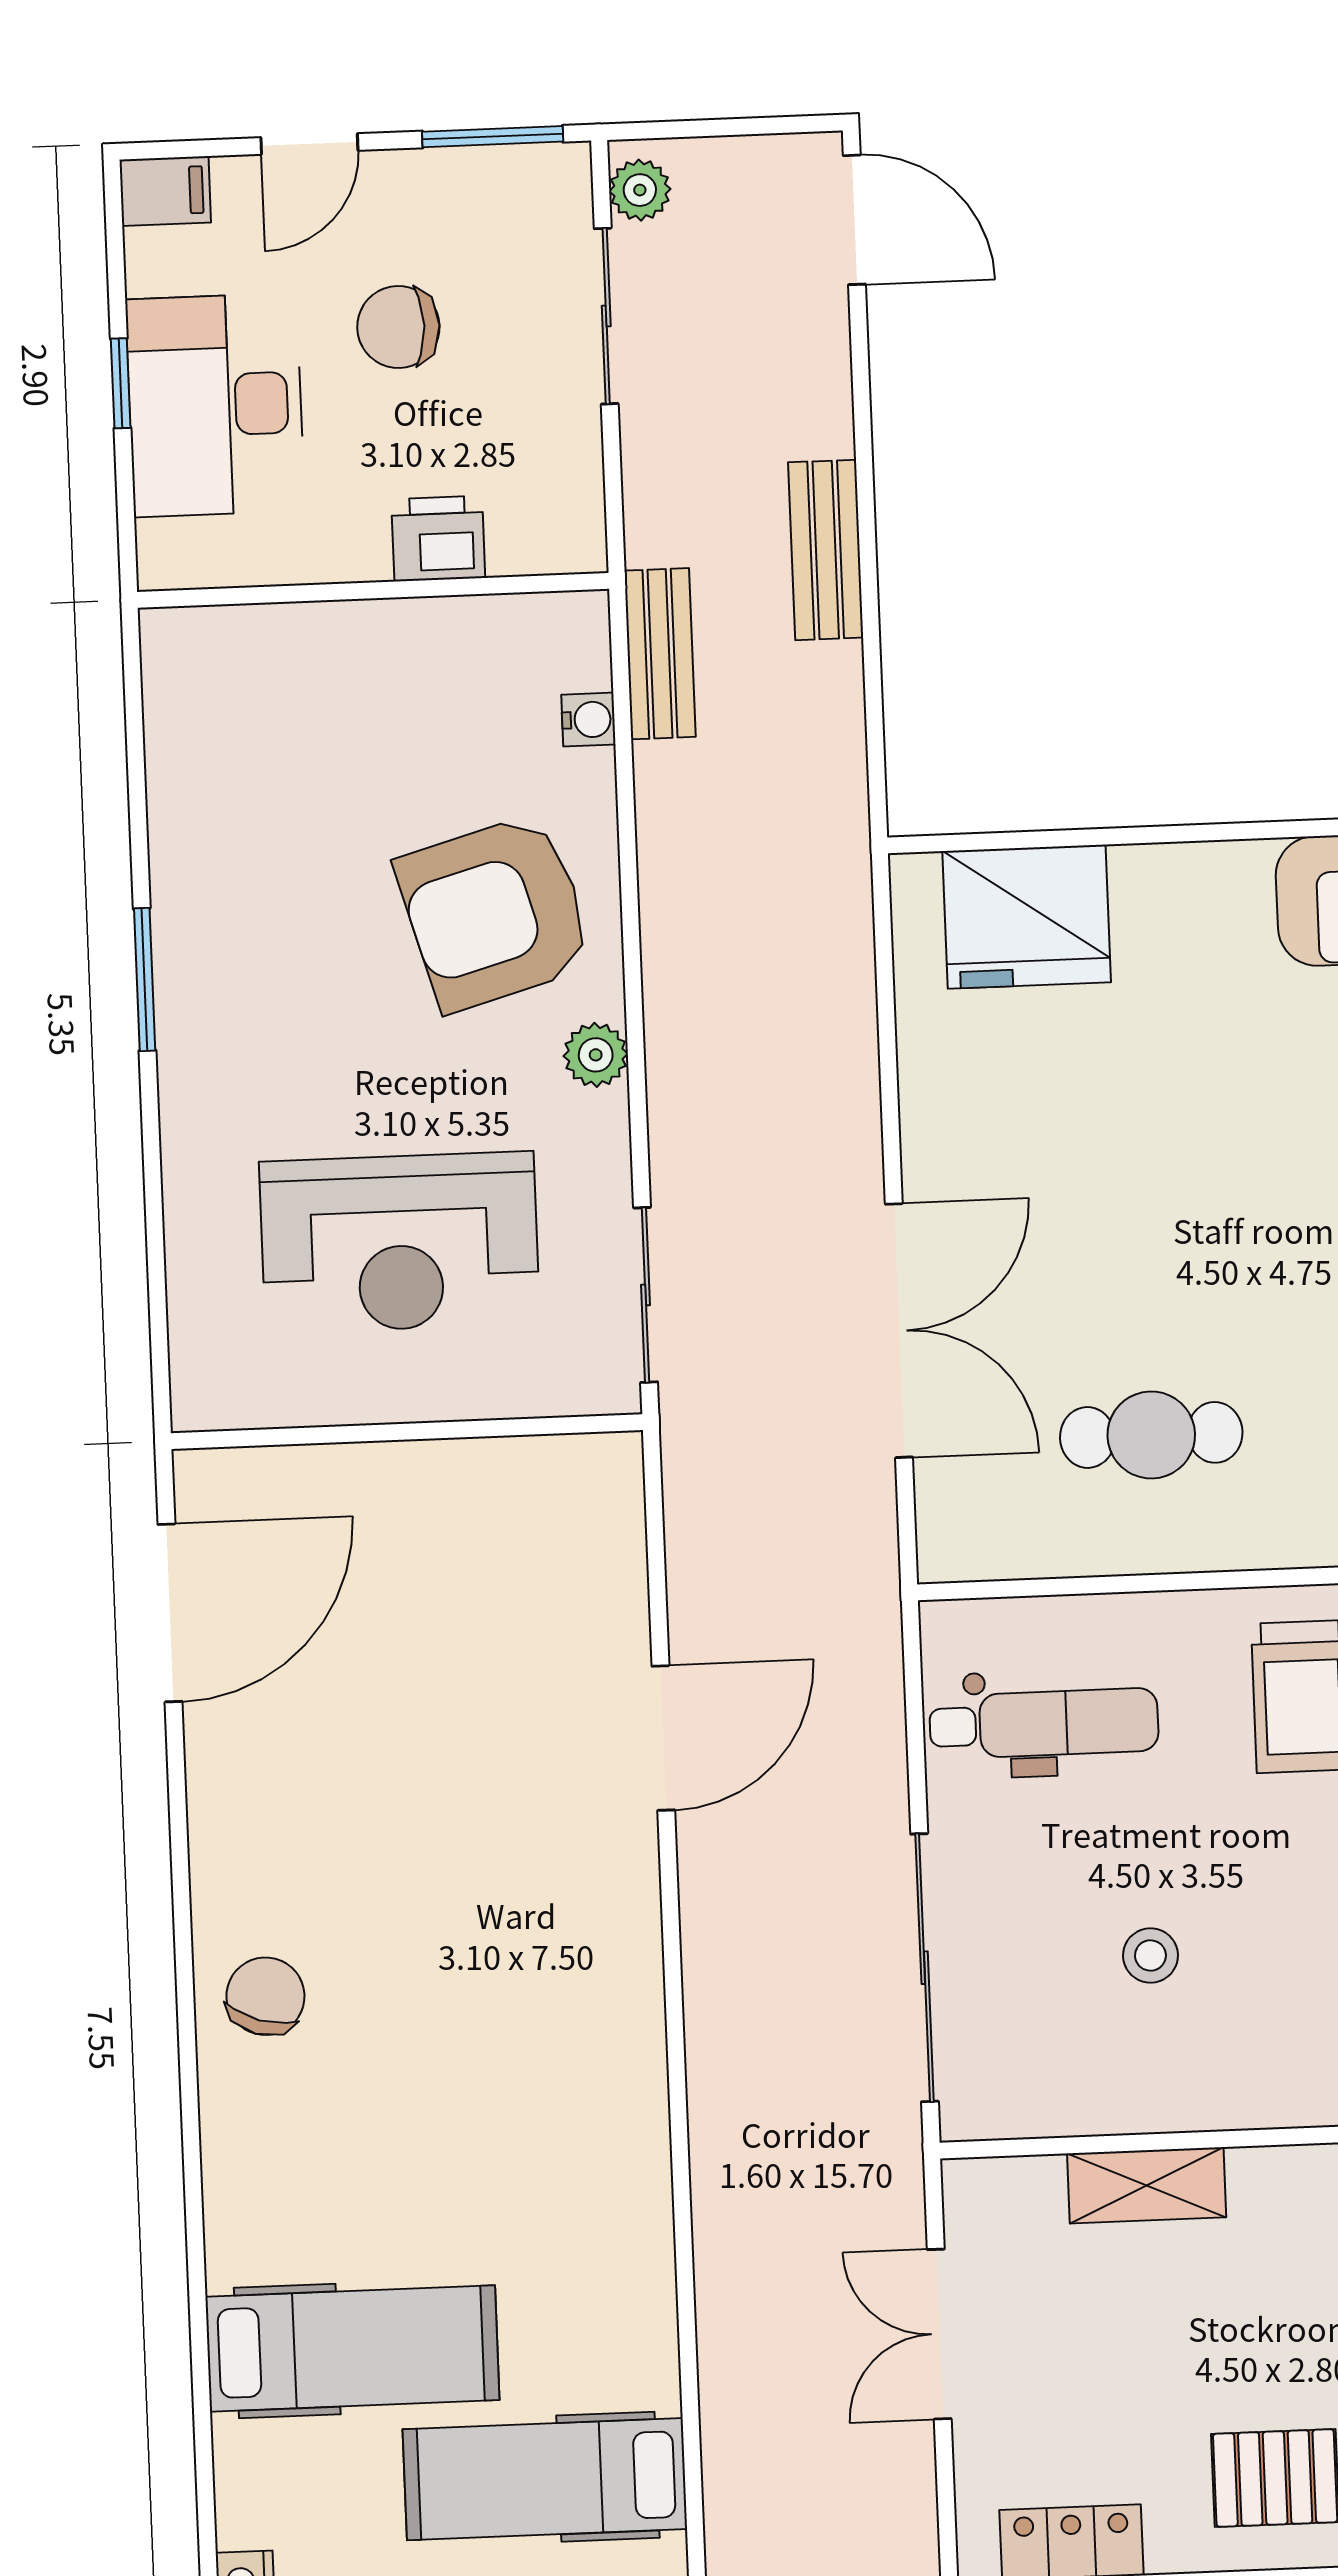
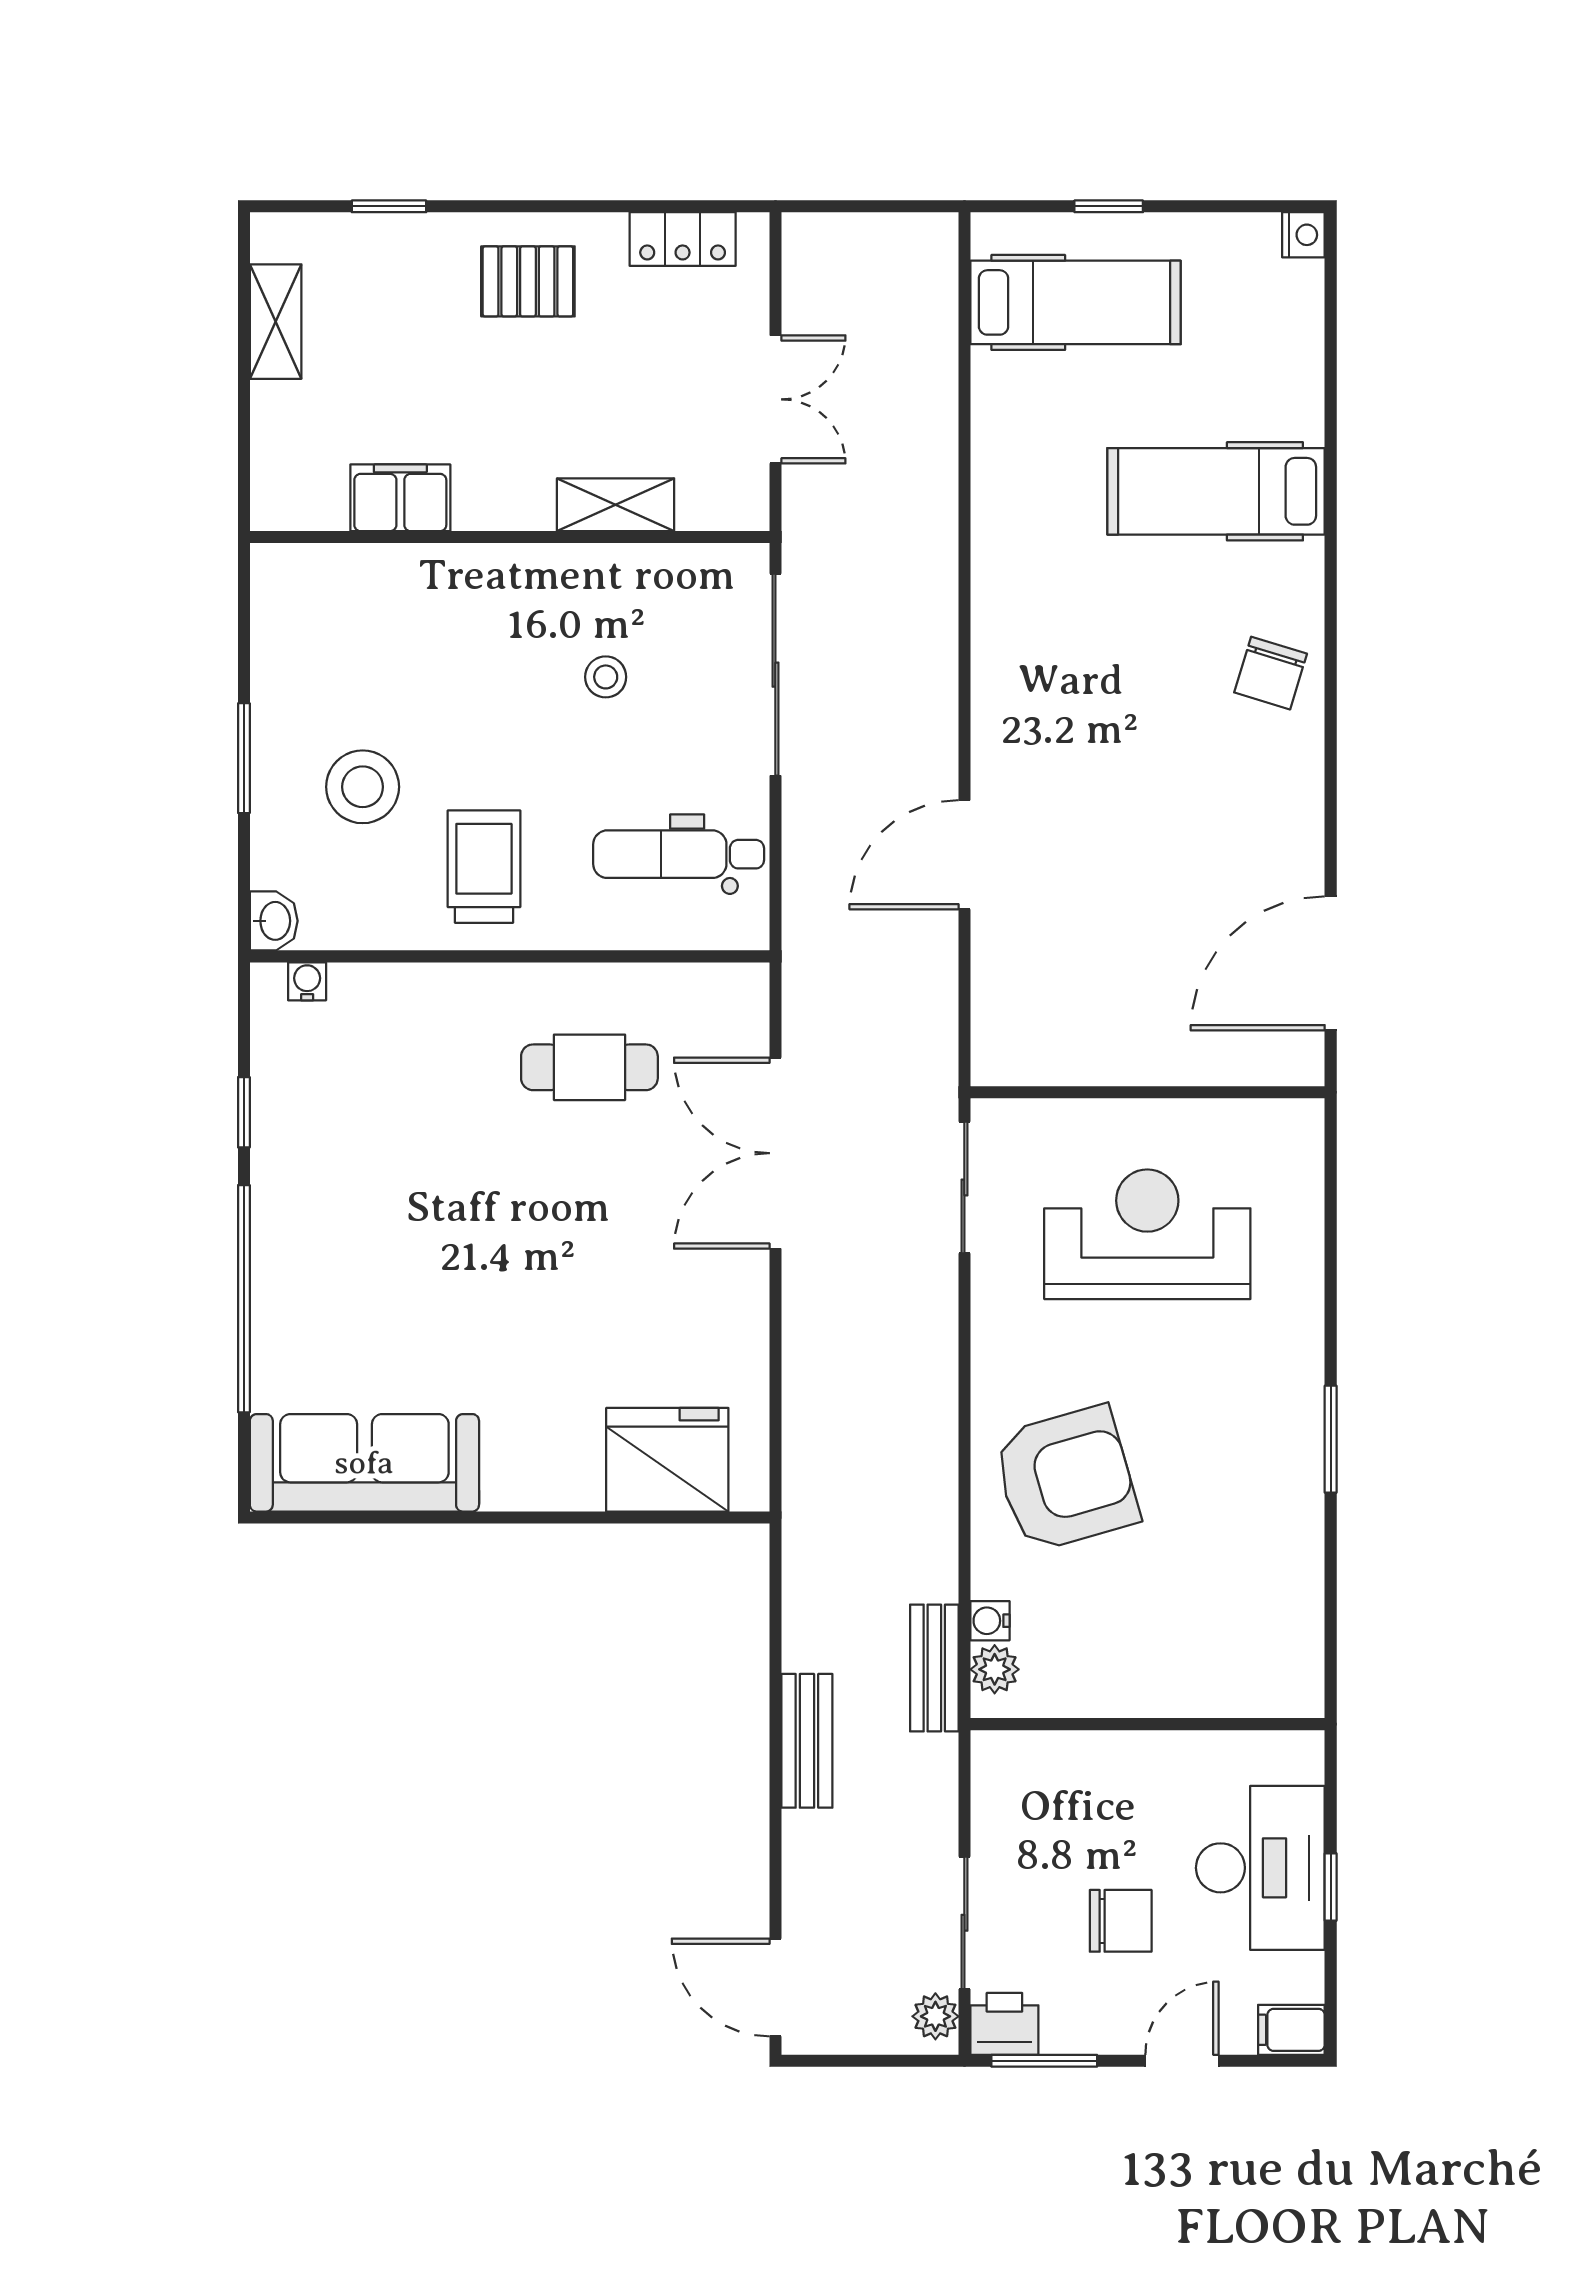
printer: (438, 539) -> (1004, 2024), moved, turned 180
plant: (596, 1055) -> (995, 1669), moved
hospital bed: (352, 2348) -> (1216, 491), moved

